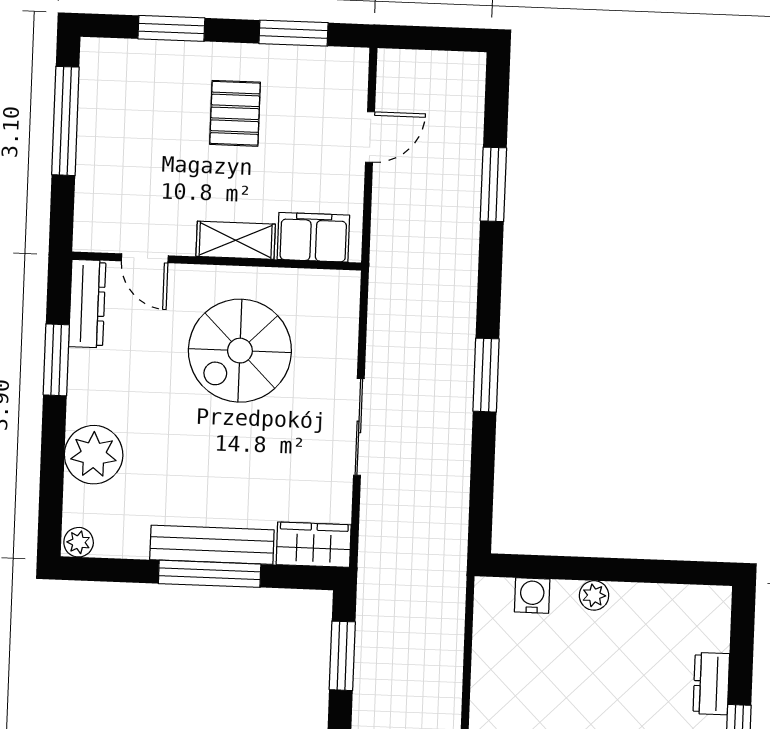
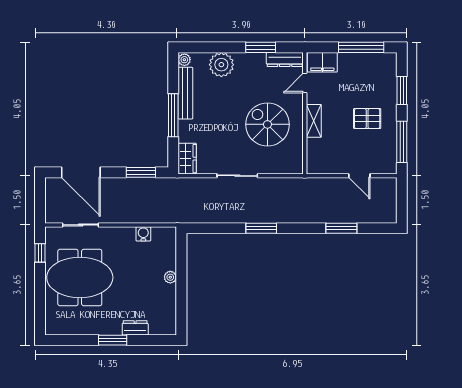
window: (293, 33) -> (402, 142), width x1.44
filing cabinet: (313, 237) -> (322, 62), moved, turned 90
bench: (212, 545) -> (185, 93), moved
water cooler: (532, 596) -> (143, 234), moved, turned -90

